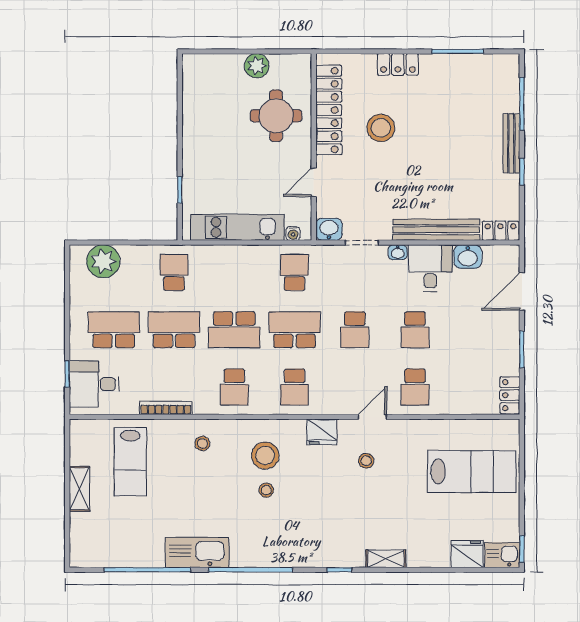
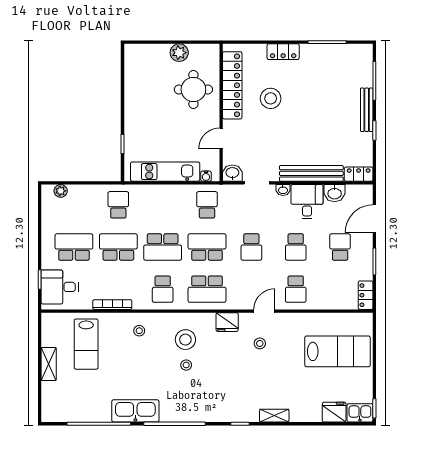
plant: (103, 261) -> (61, 191), width x0.53, depth x0.53
school desk: (475, 330) -> (340, 247), added
school desk: (295, 387) -> (207, 289), width x1.85

